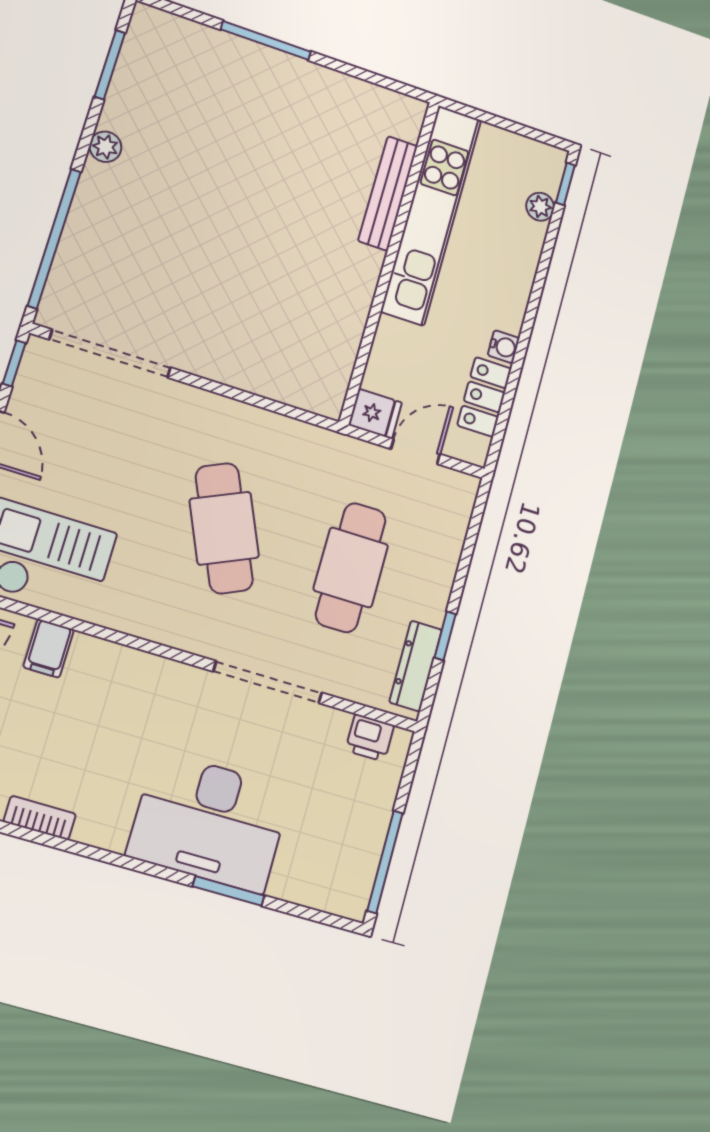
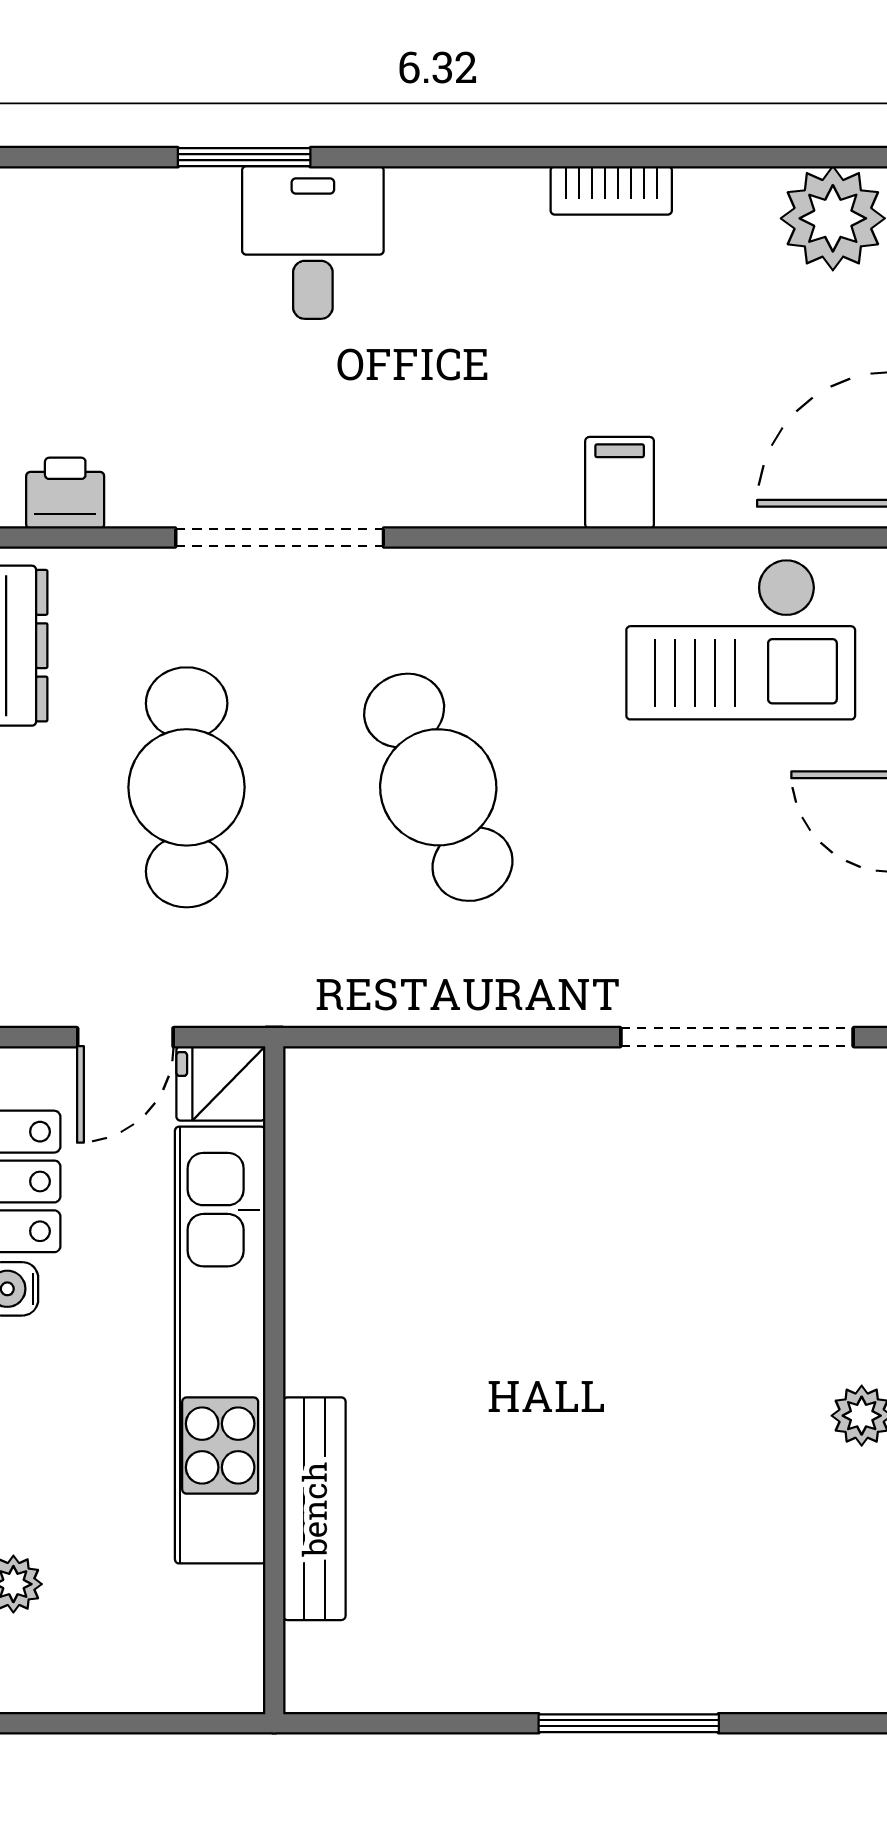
kitchen unit: (431, 215) -> (220, 1345), moved
filing cabinet: (49, 648) -> (620, 483), moved
desk: (209, 822) -> (313, 242), width x0.53, depth x0.77

